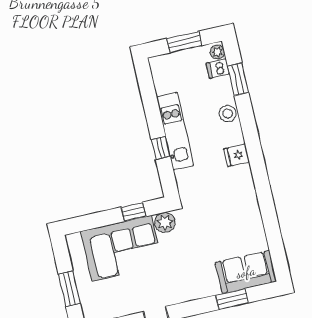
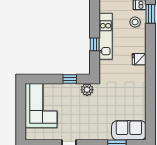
stool: (228, 114) -> (135, 22), moved
corner sofa: (122, 248) -> (41, 106), moved, turned -90
window: (69, 289) -> (21, 116), removed

